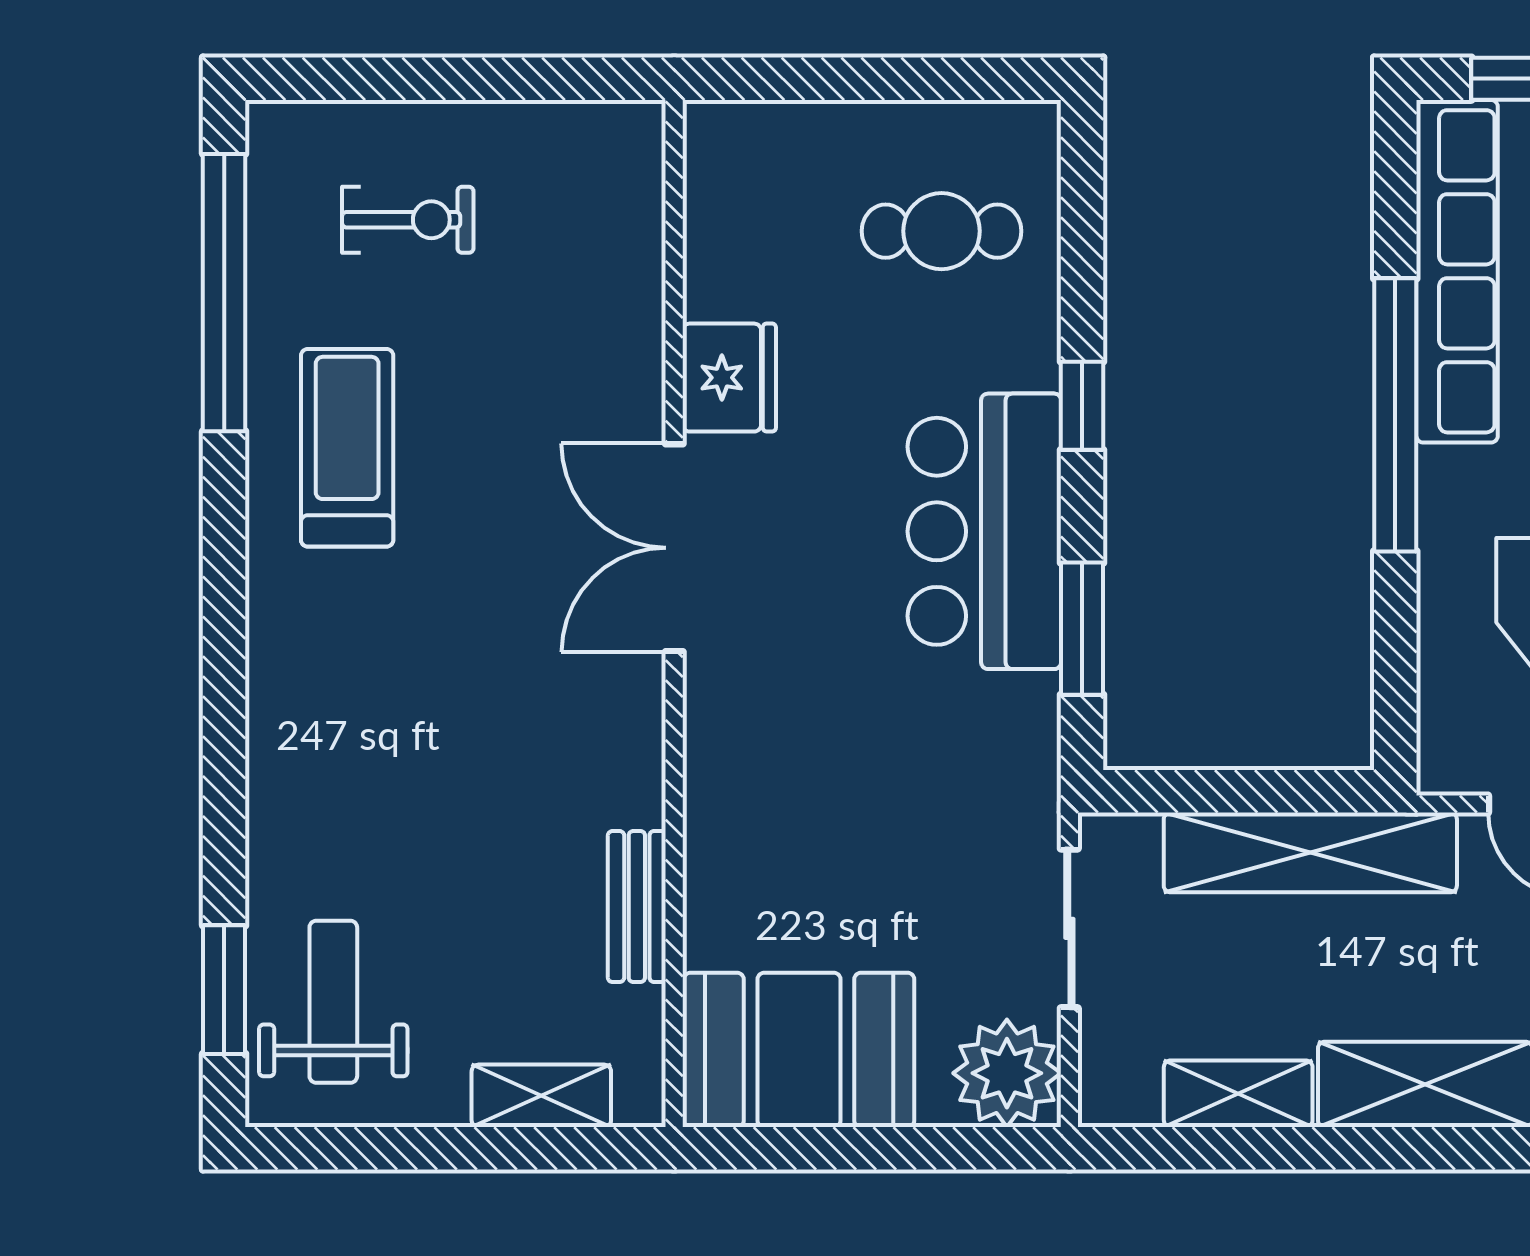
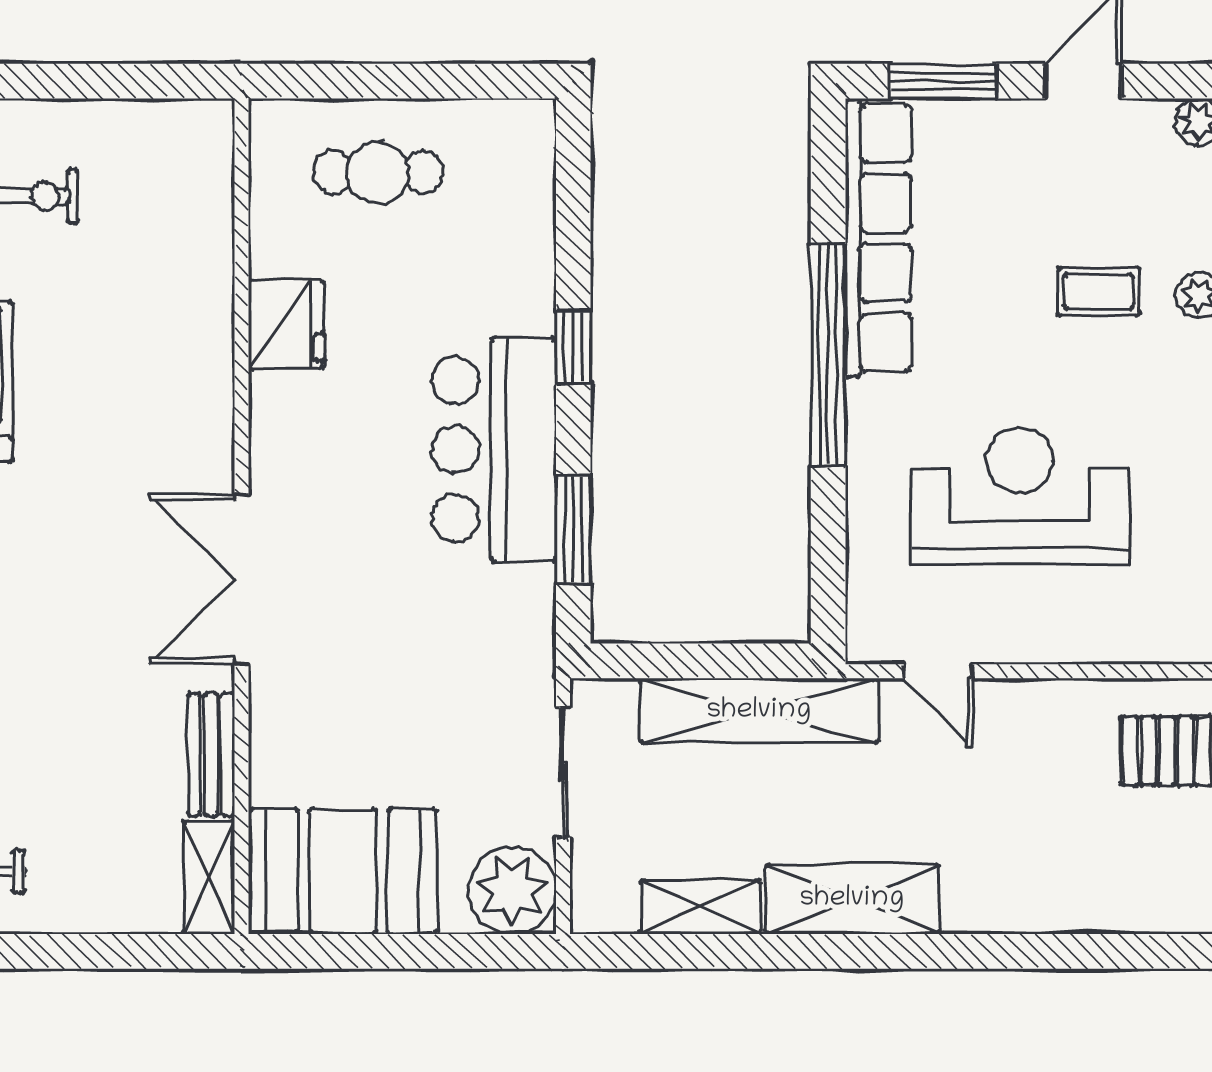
cafe table: (942, 231) -> (378, 172), moved
double door: (674, 548) -> (241, 579), moved
shelving: (541, 1096) -> (209, 877), moved, turned 90

